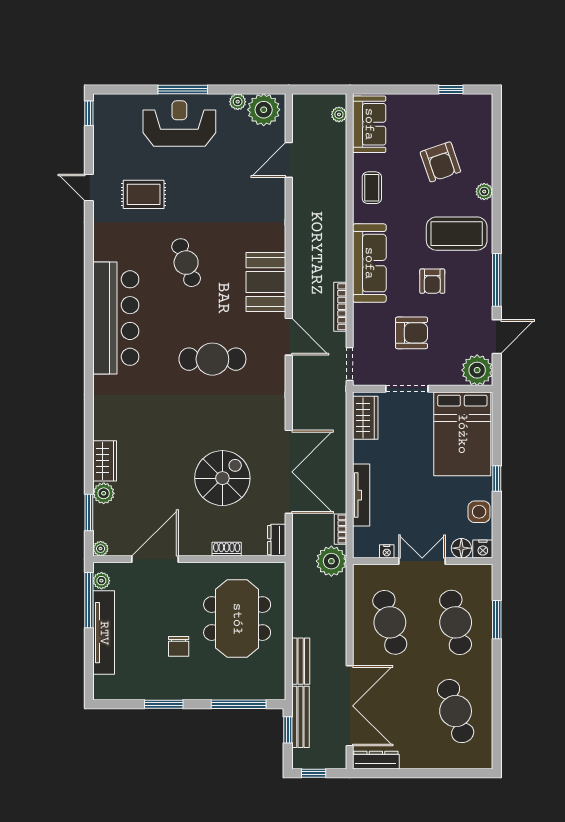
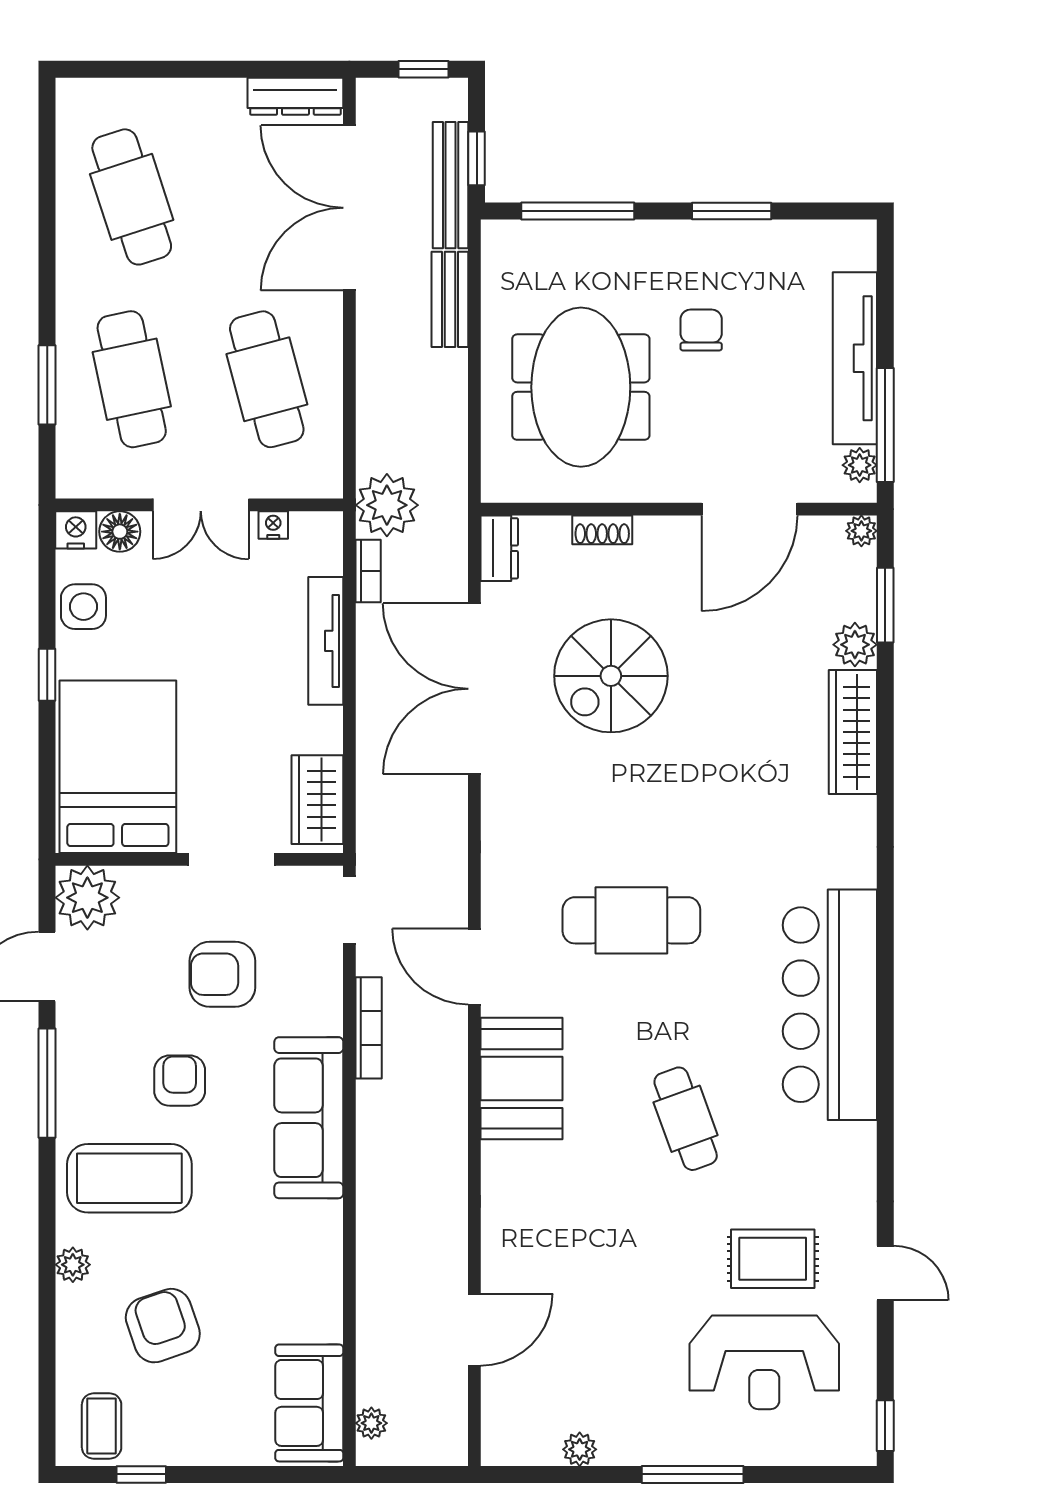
plant: (264, 110) -> (526, 1433), removed
reception desk: (179, 124) -> (764, 1362), moved
coffee table: (372, 188) -> (102, 1426), moved
wardrobe: (105, 461) -> (853, 732), width x1.50

